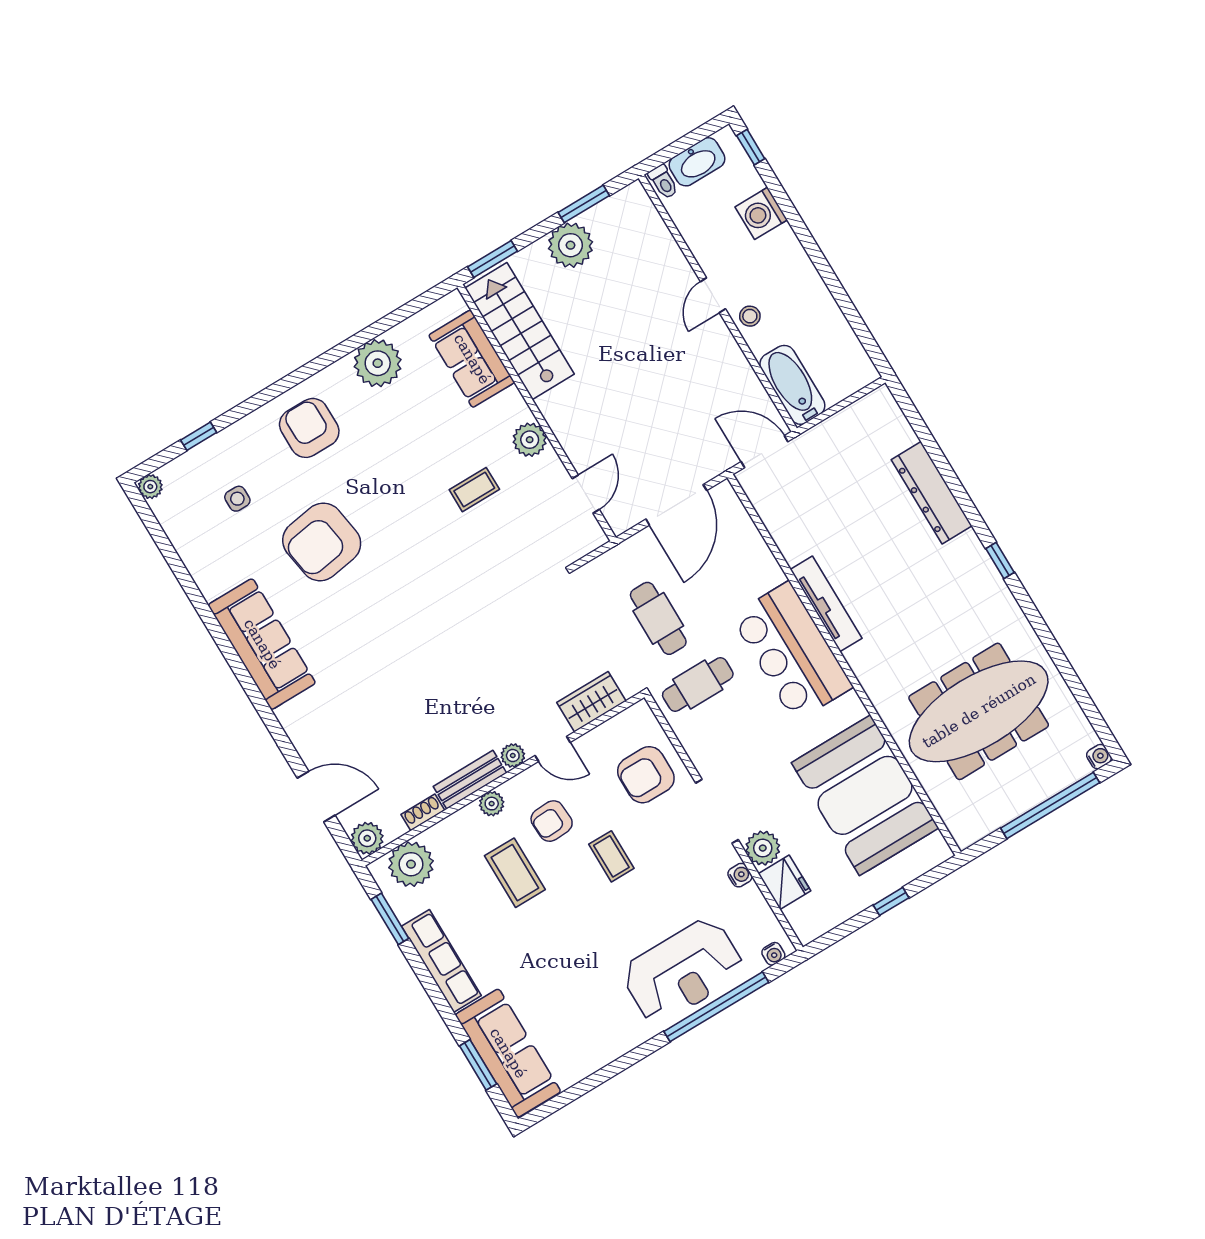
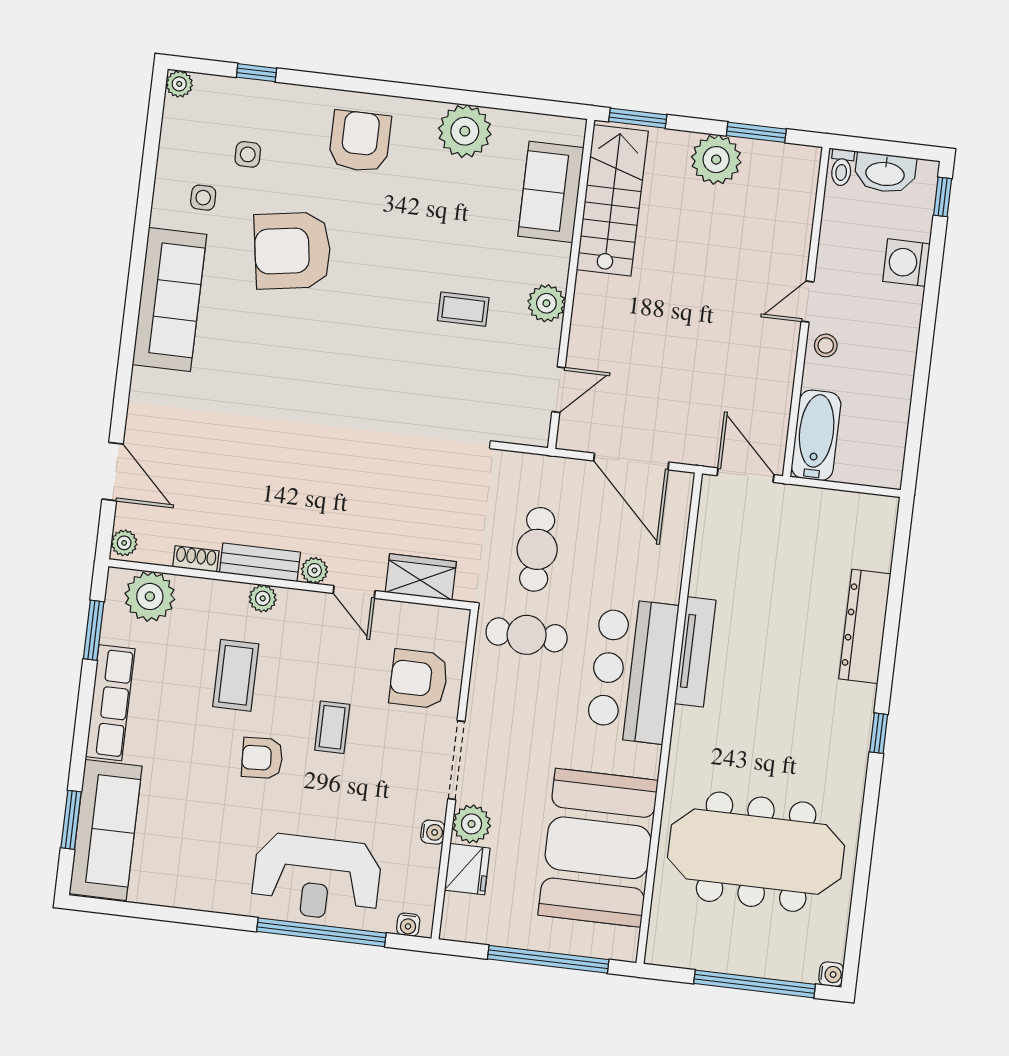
door: (676, 505) -> (631, 461), hinge flipped
side table: (230, 554) -> (203, 198), added
armchair: (552, 821) -> (262, 758), moved
plant: (367, 838) -> (124, 543), width x0.73, depth x0.73
window: (891, 901) -> (548, 959), width x3.17

